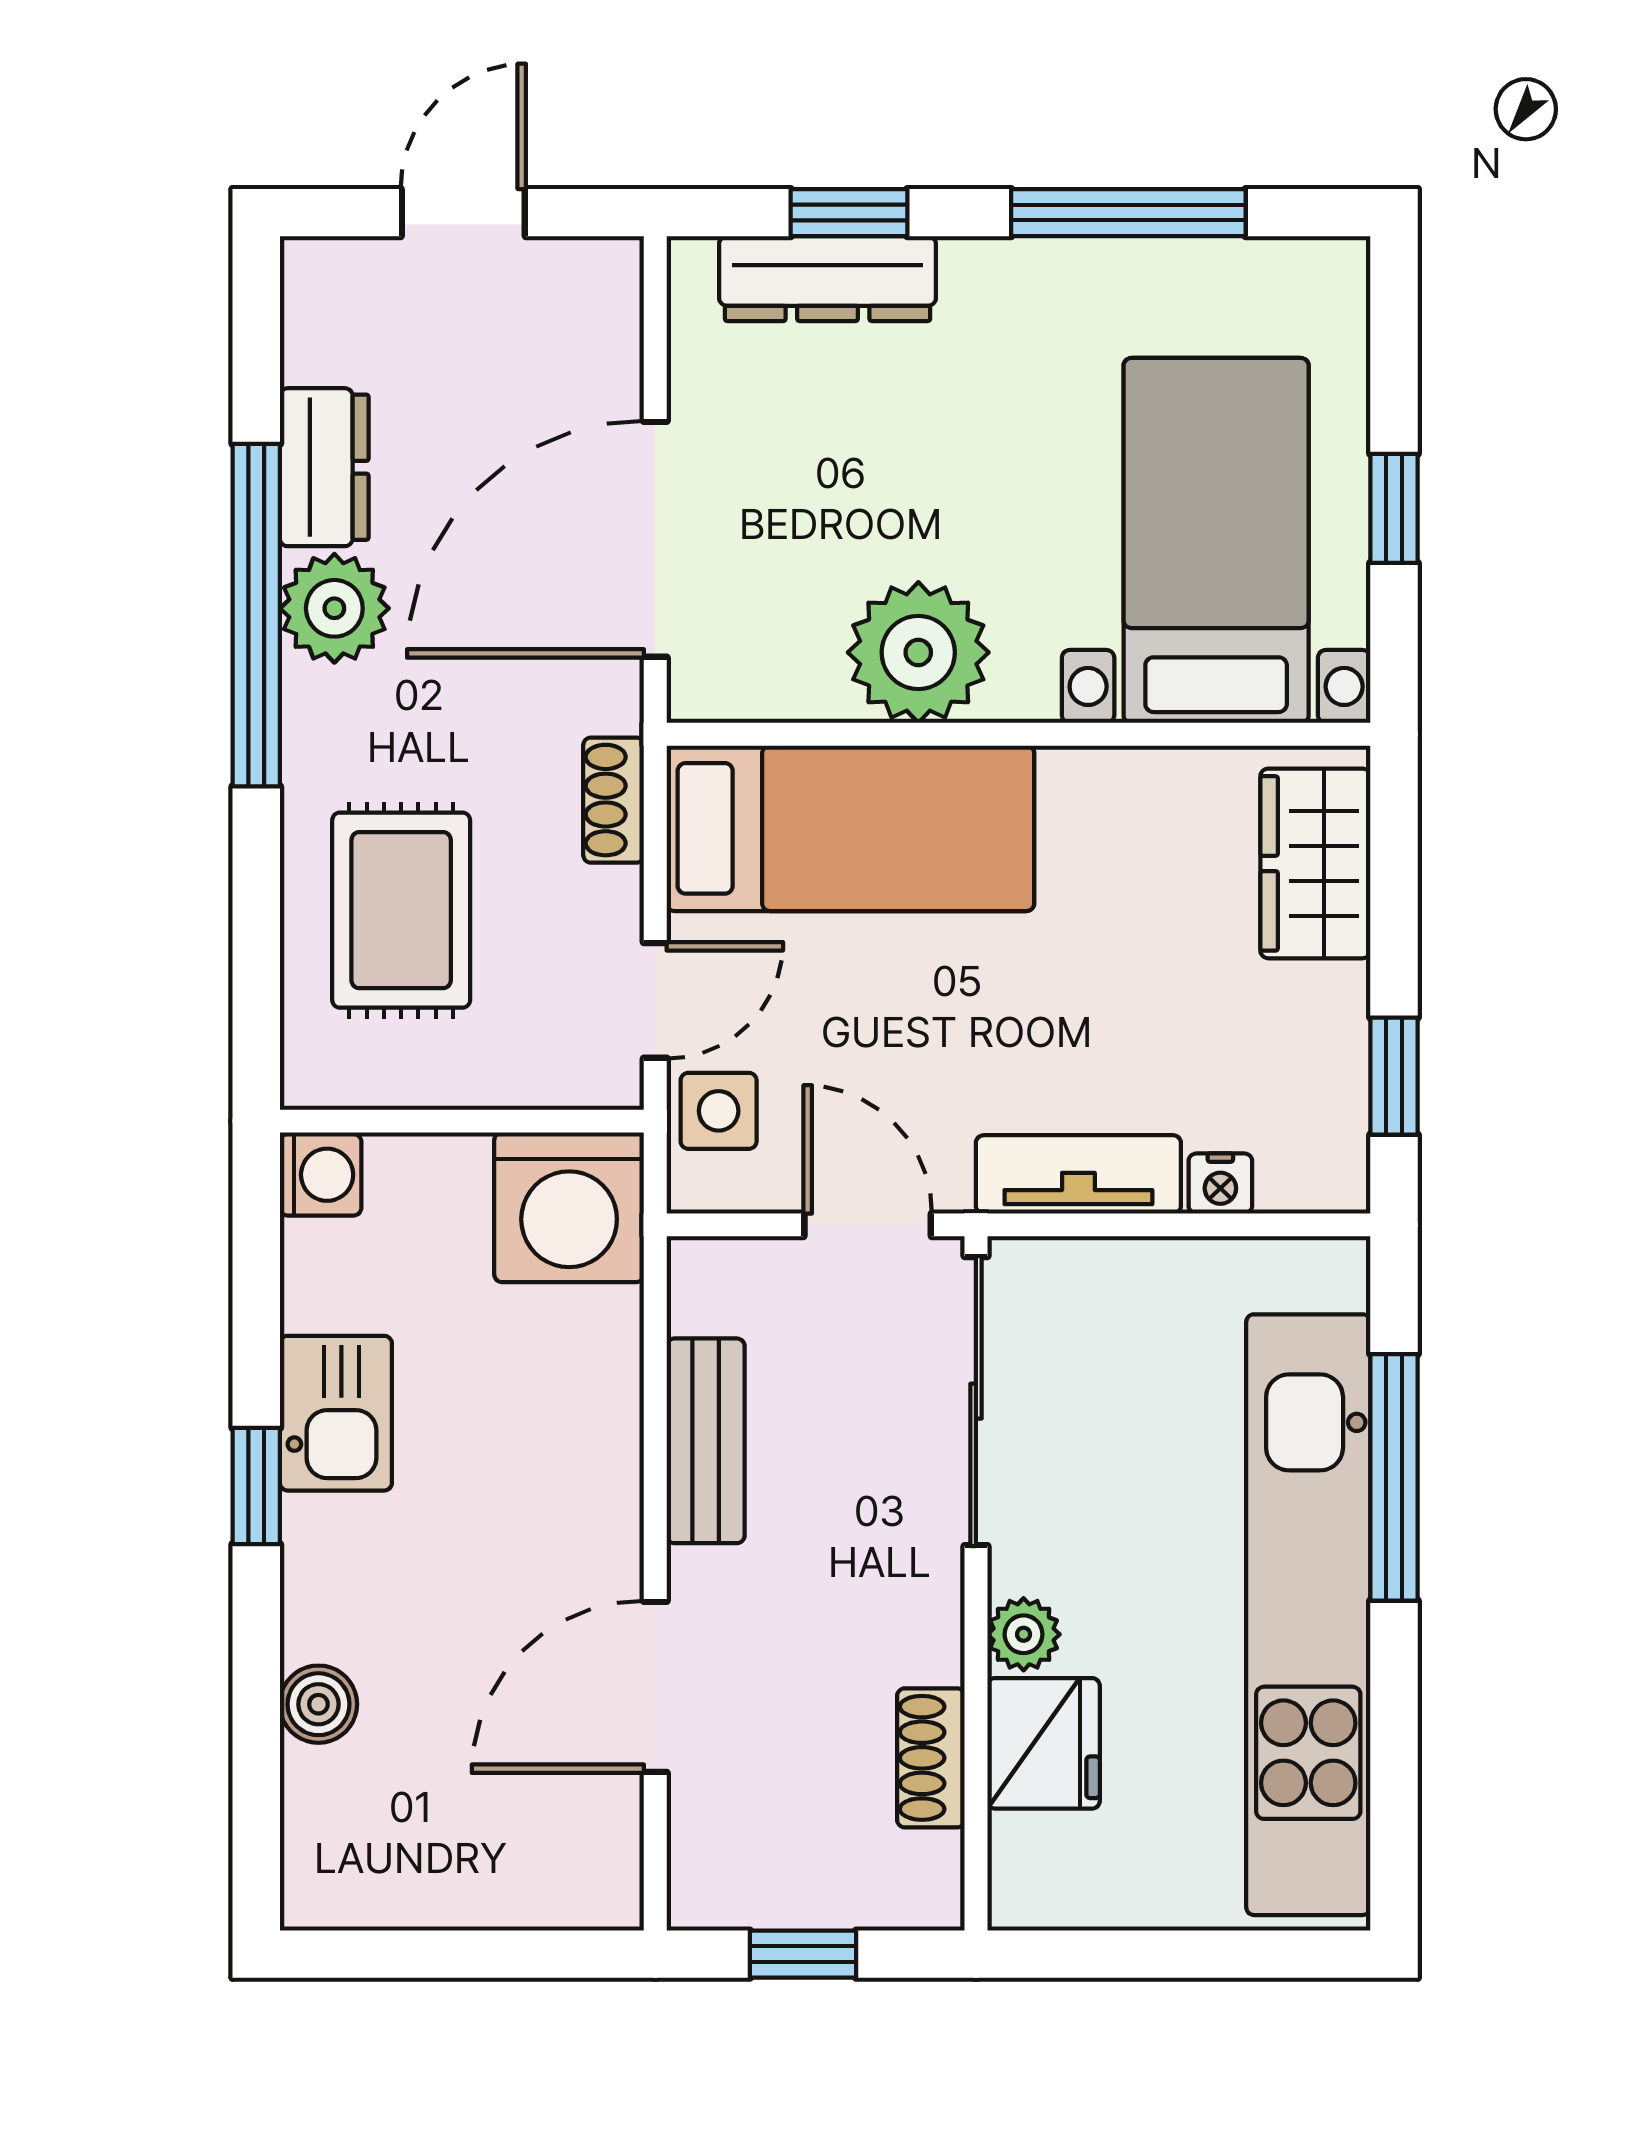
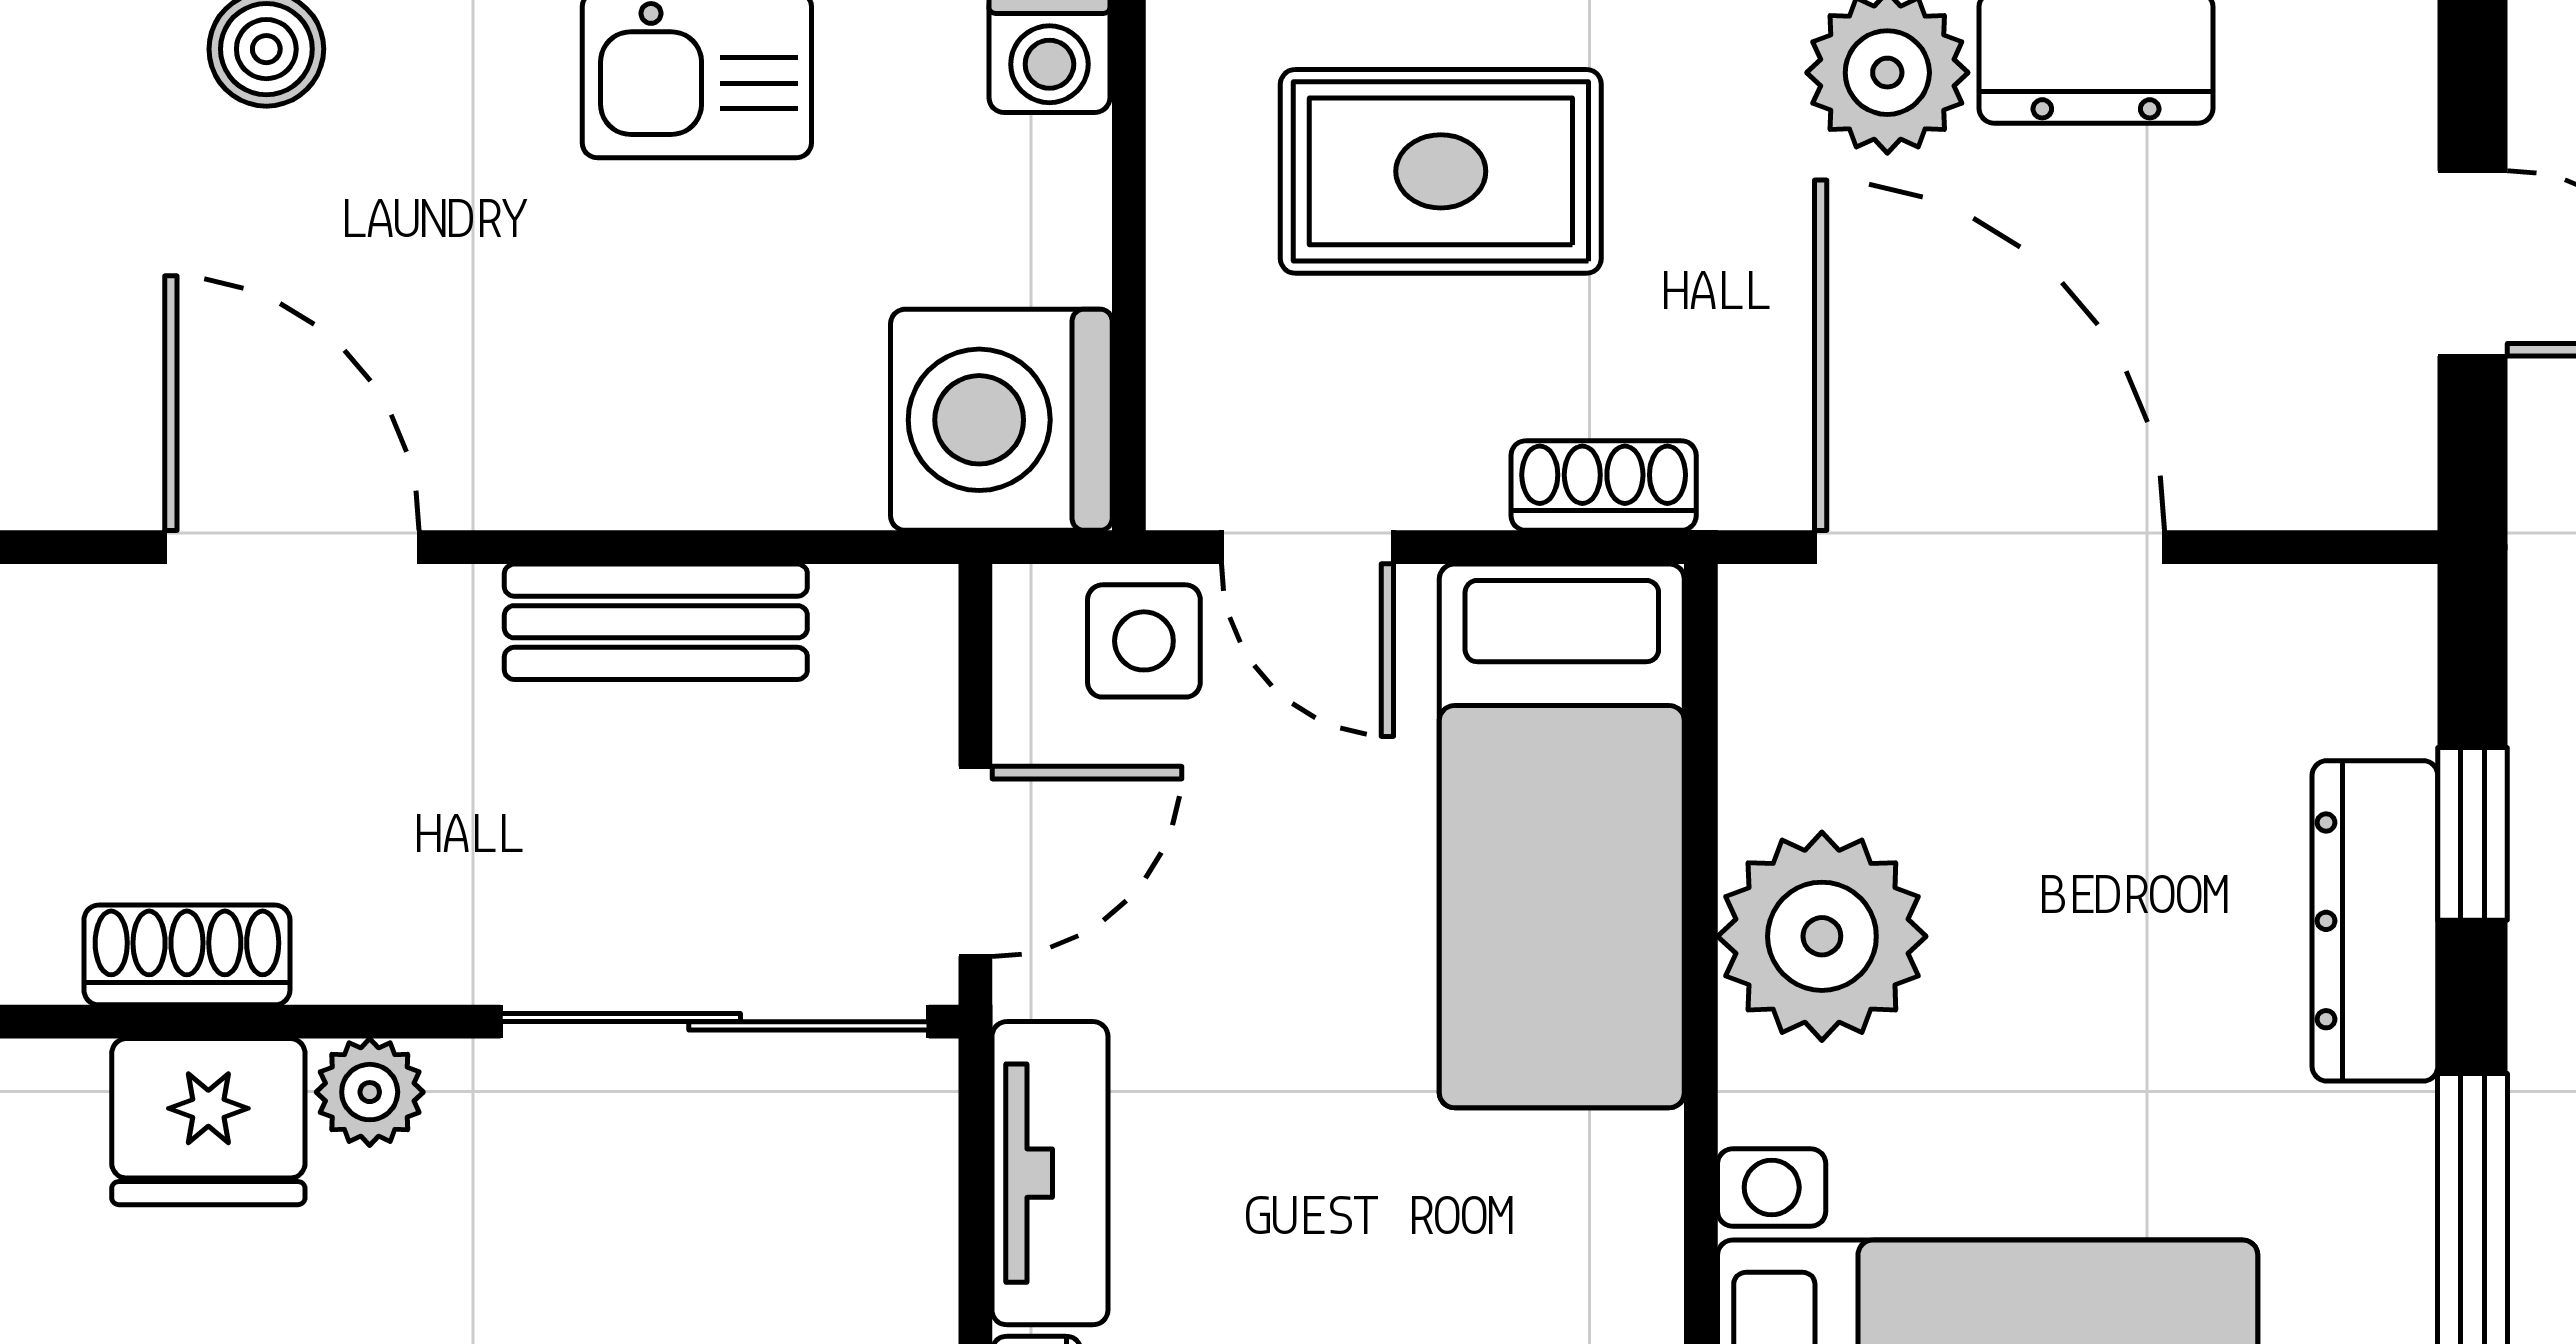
dresser: (828, 279) -> (2375, 921), moved

